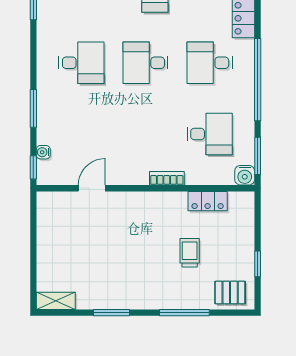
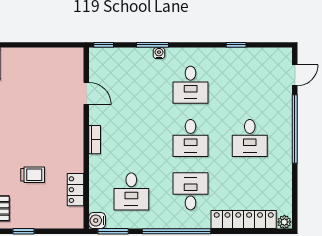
desk: (146, 63) -> (191, 138), turned 180
water cooler: (43, 152) -> (159, 53), moved
bookcase: (167, 178) -> (95, 140), moved

